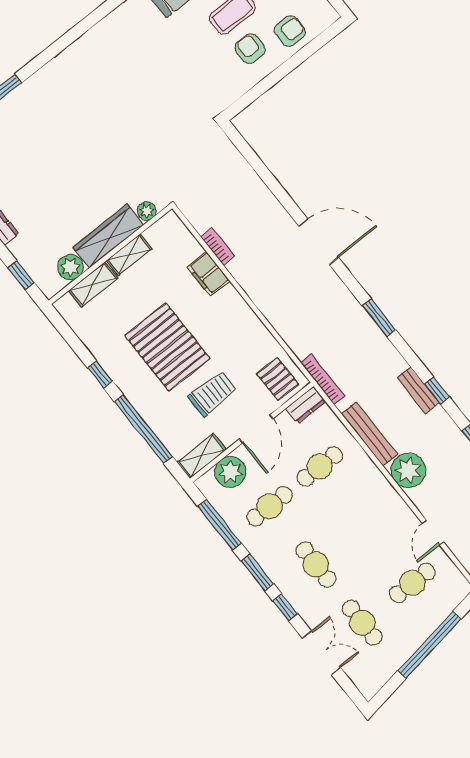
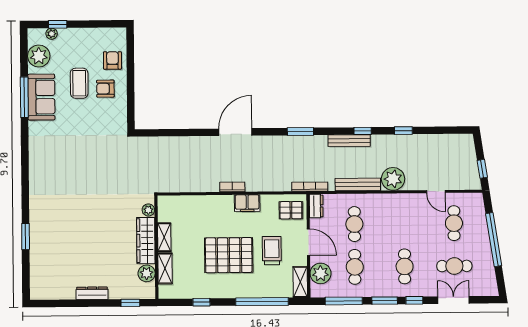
bookcase: (218, 246) -> (232, 187), moved
filing cabinet: (208, 274) -> (247, 203), moved
window: (100, 374) -> (201, 302), moved
bench: (418, 390) -> (349, 141), width x1.36
cafe table: (316, 564) -> (405, 266), turned 90

